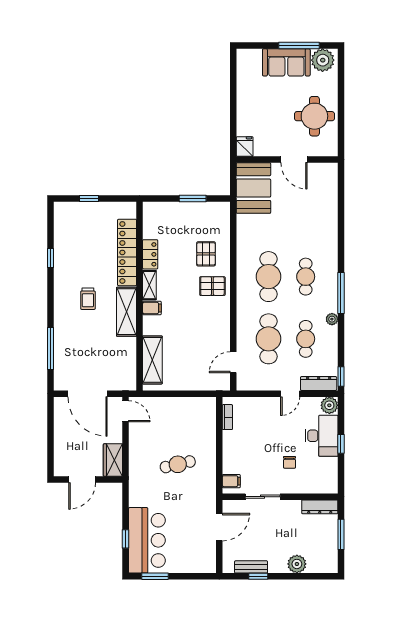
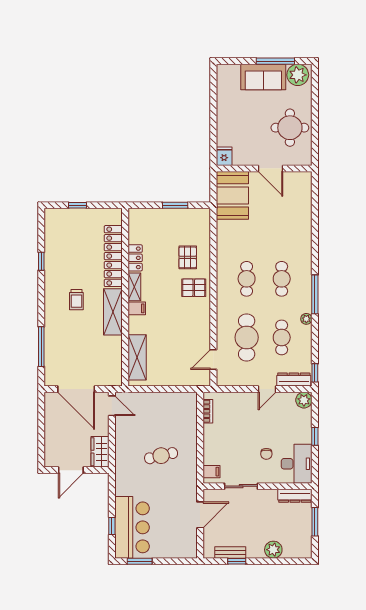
cafe table: (269, 277) -> (247, 279), width x0.73, depth x0.74
desk: (322, 436) -> (297, 464), moved

